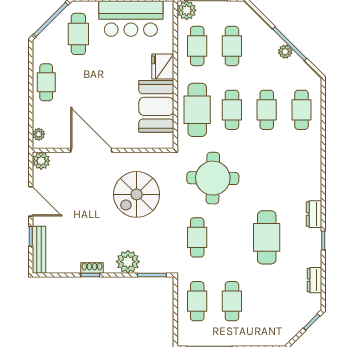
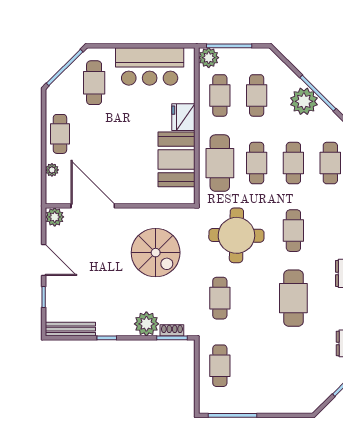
plant: (285, 52) -> (304, 101), width x1.87, depth x1.87
plant: (39, 134) -> (52, 170), moved
door: (91, 150) -> (93, 206), moved
spiral stairs: (137, 194) -> (156, 253), turned -90
bench: (39, 250) -> (70, 329), moved, turned 90
shoe rack: (92, 268) -> (172, 330), moved
cafe table: (232, 301) -> (293, 231), moved

